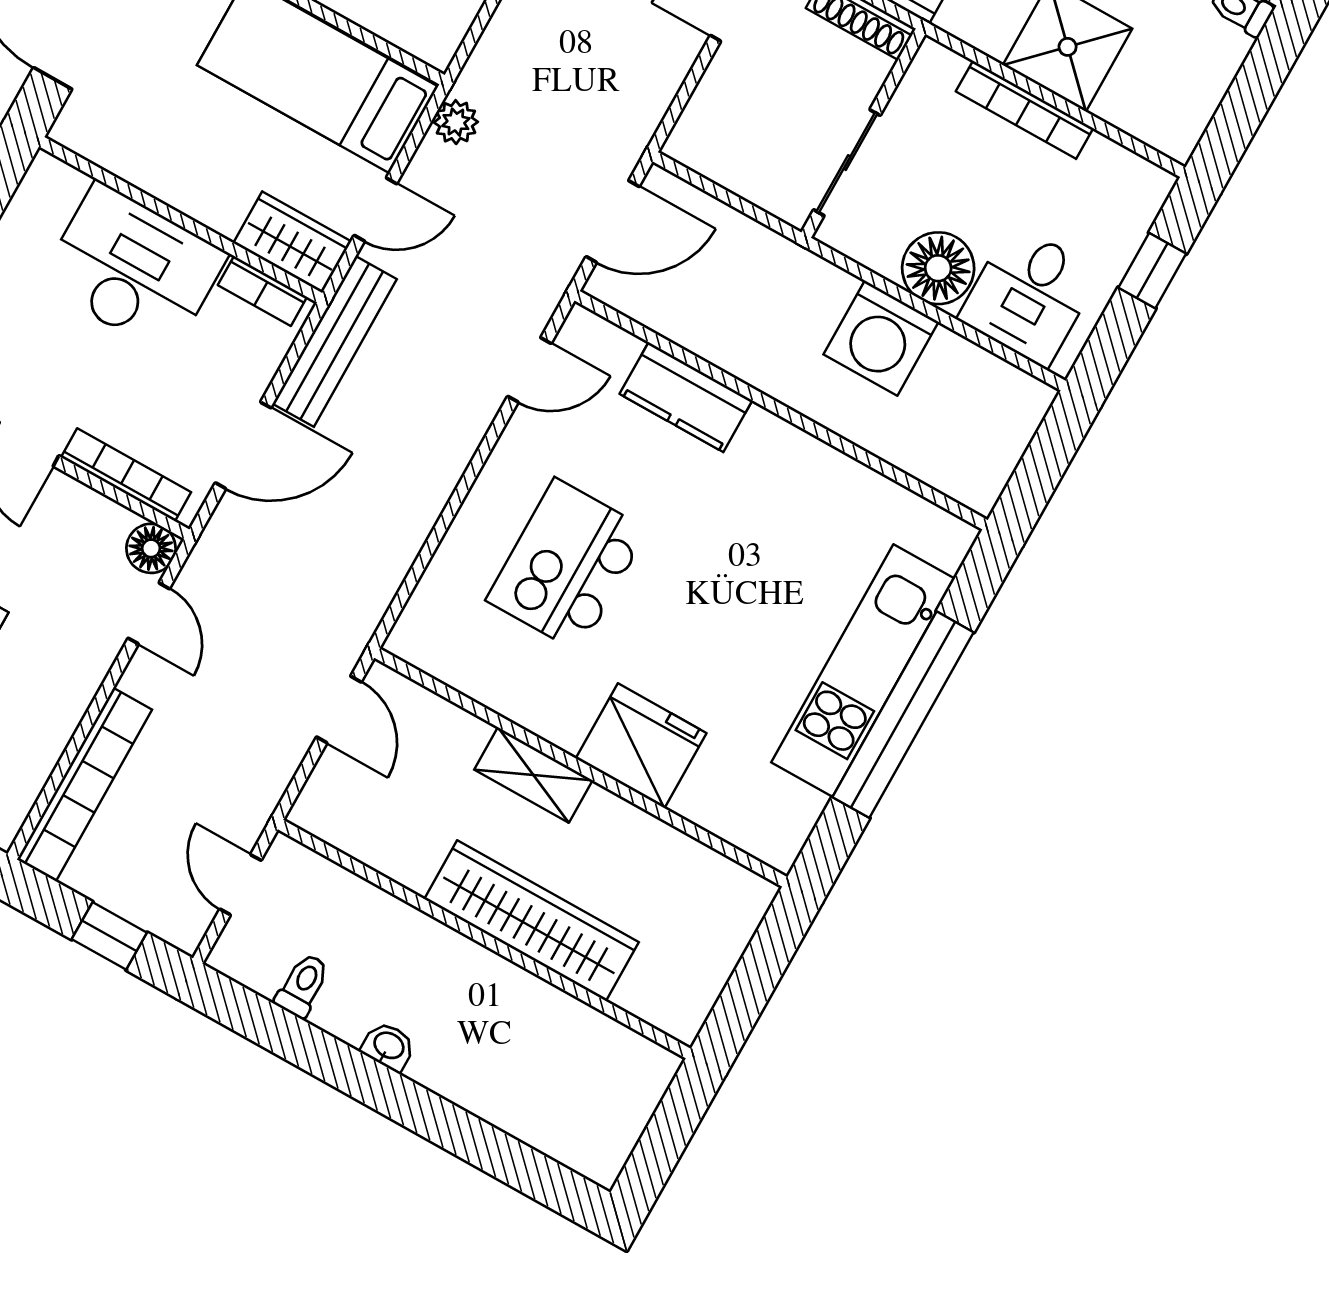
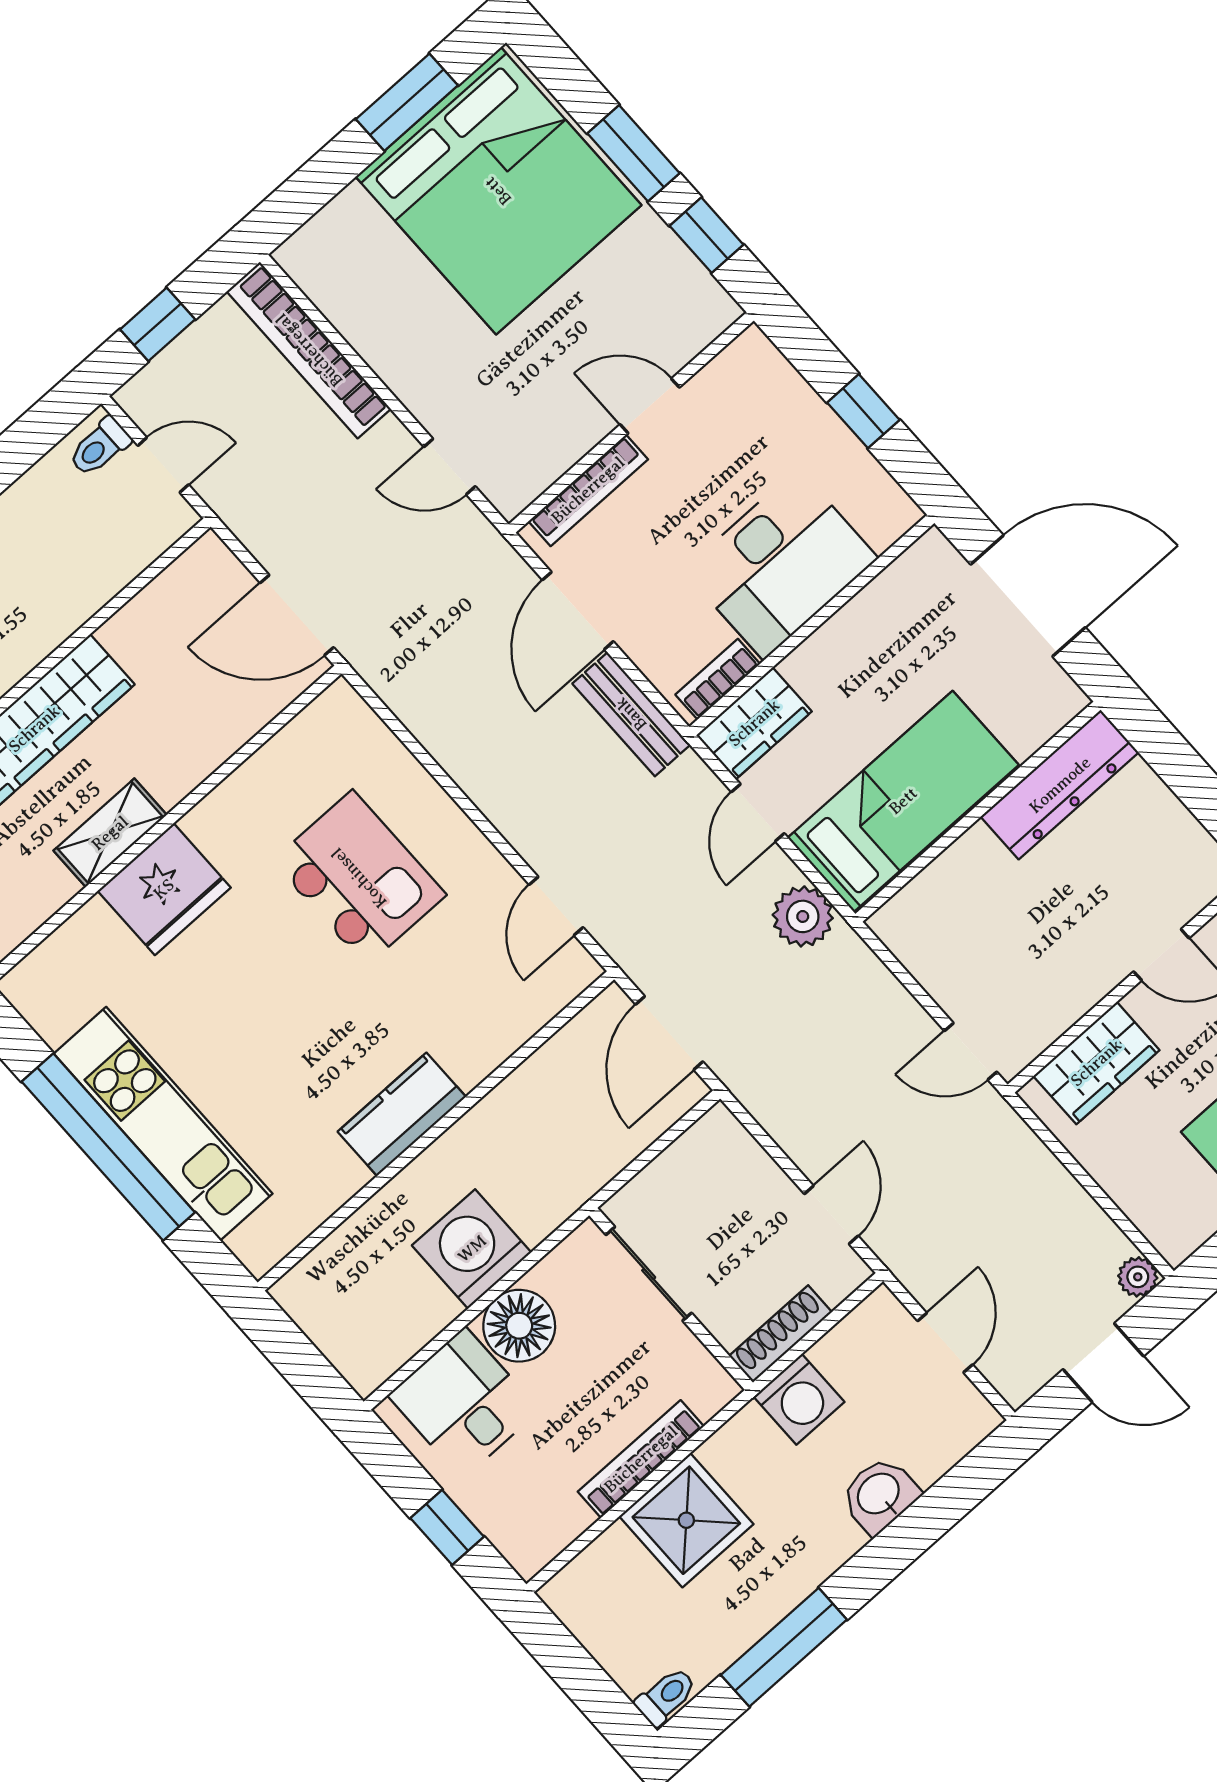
plant: (456, 122) -> (803, 916), width x1.38, depth x1.38
bench: (335, 341) -> (631, 714), width x0.73
kitchen counter: (686, 397) -> (402, 1114), moved
floor lamp: (151, 548) -> (510, 490), removed
door: (339, 710) -> (297, 615), width x1.38
shelving: (533, 775) -> (110, 833), moved
toilet: (303, 985) -> (100, 447), moved, turned 90

